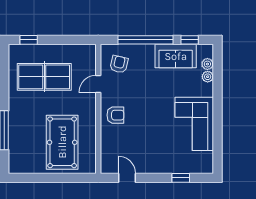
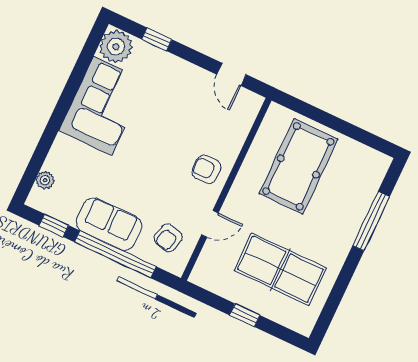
window: (29, 40) -> (245, 315), moved
sofa: (176, 56) -> (109, 224), moved
plant: (208, 77) -> (116, 47), moved, width x1.88, depth x1.88

